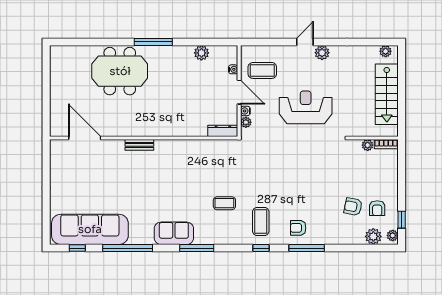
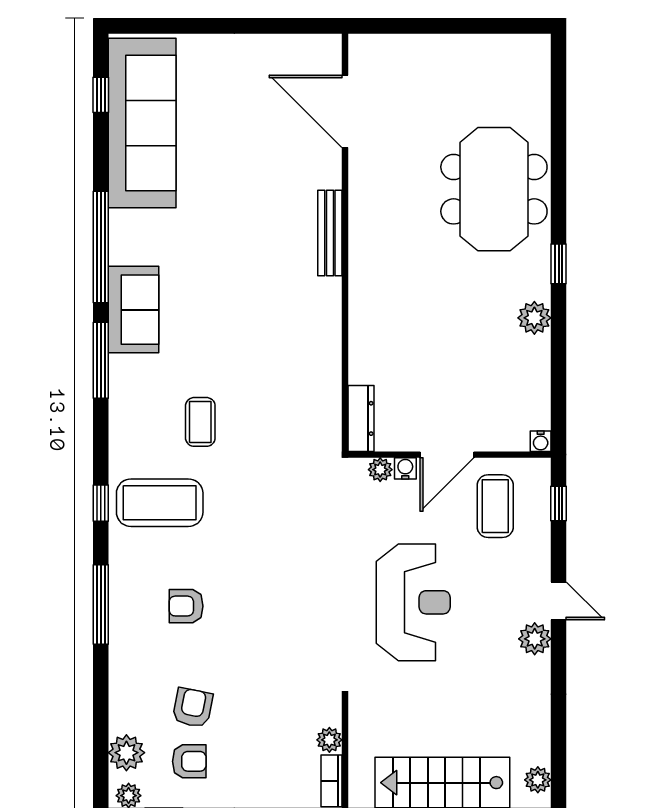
window: (153, 42) -> (559, 264), width x0.46
window: (261, 42) -> (559, 503), added
plant: (201, 53) -> (534, 318), moved
water cooler: (233, 69) -> (541, 441), moved
door: (85, 138) -> (345, 111), swing flipped
bench: (139, 145) -> (330, 233), width x1.36
armchair: (377, 208) -> (189, 761), turned 180
coffee table: (261, 222) -> (160, 503), width x1.36, depth x1.32
armchair: (298, 228) -> (186, 606), moved, turned -90
window: (128, 248) -> (101, 247), moved

